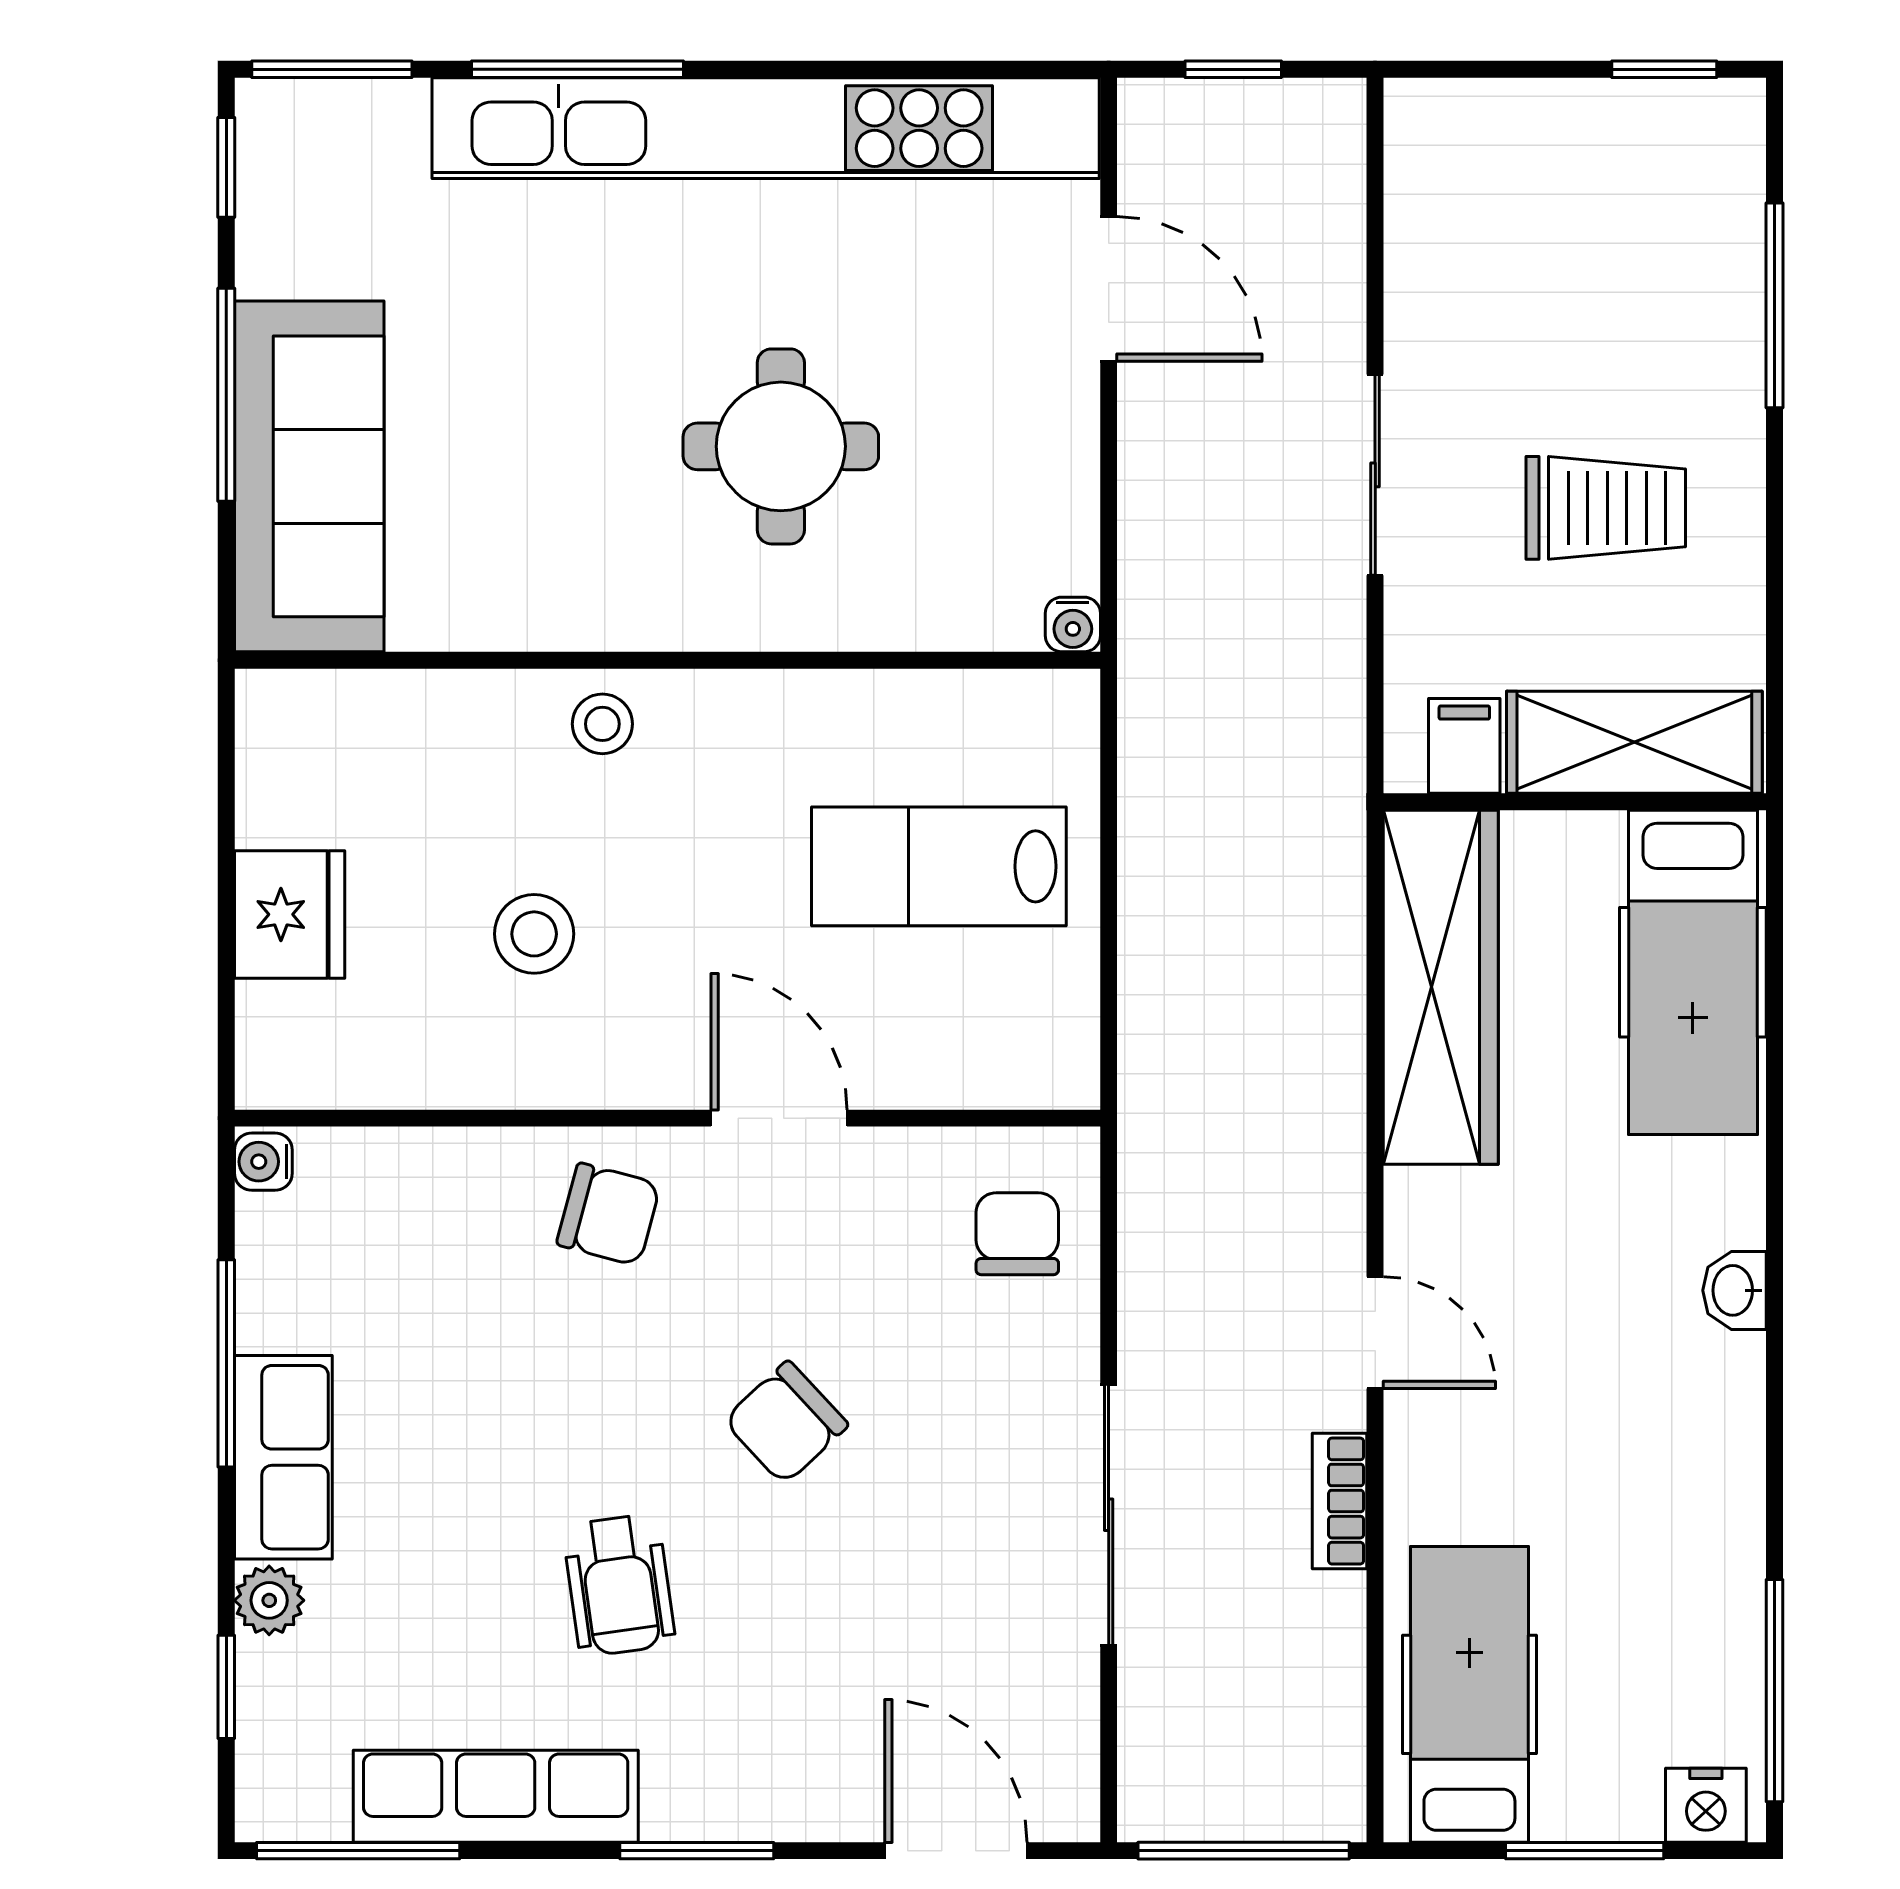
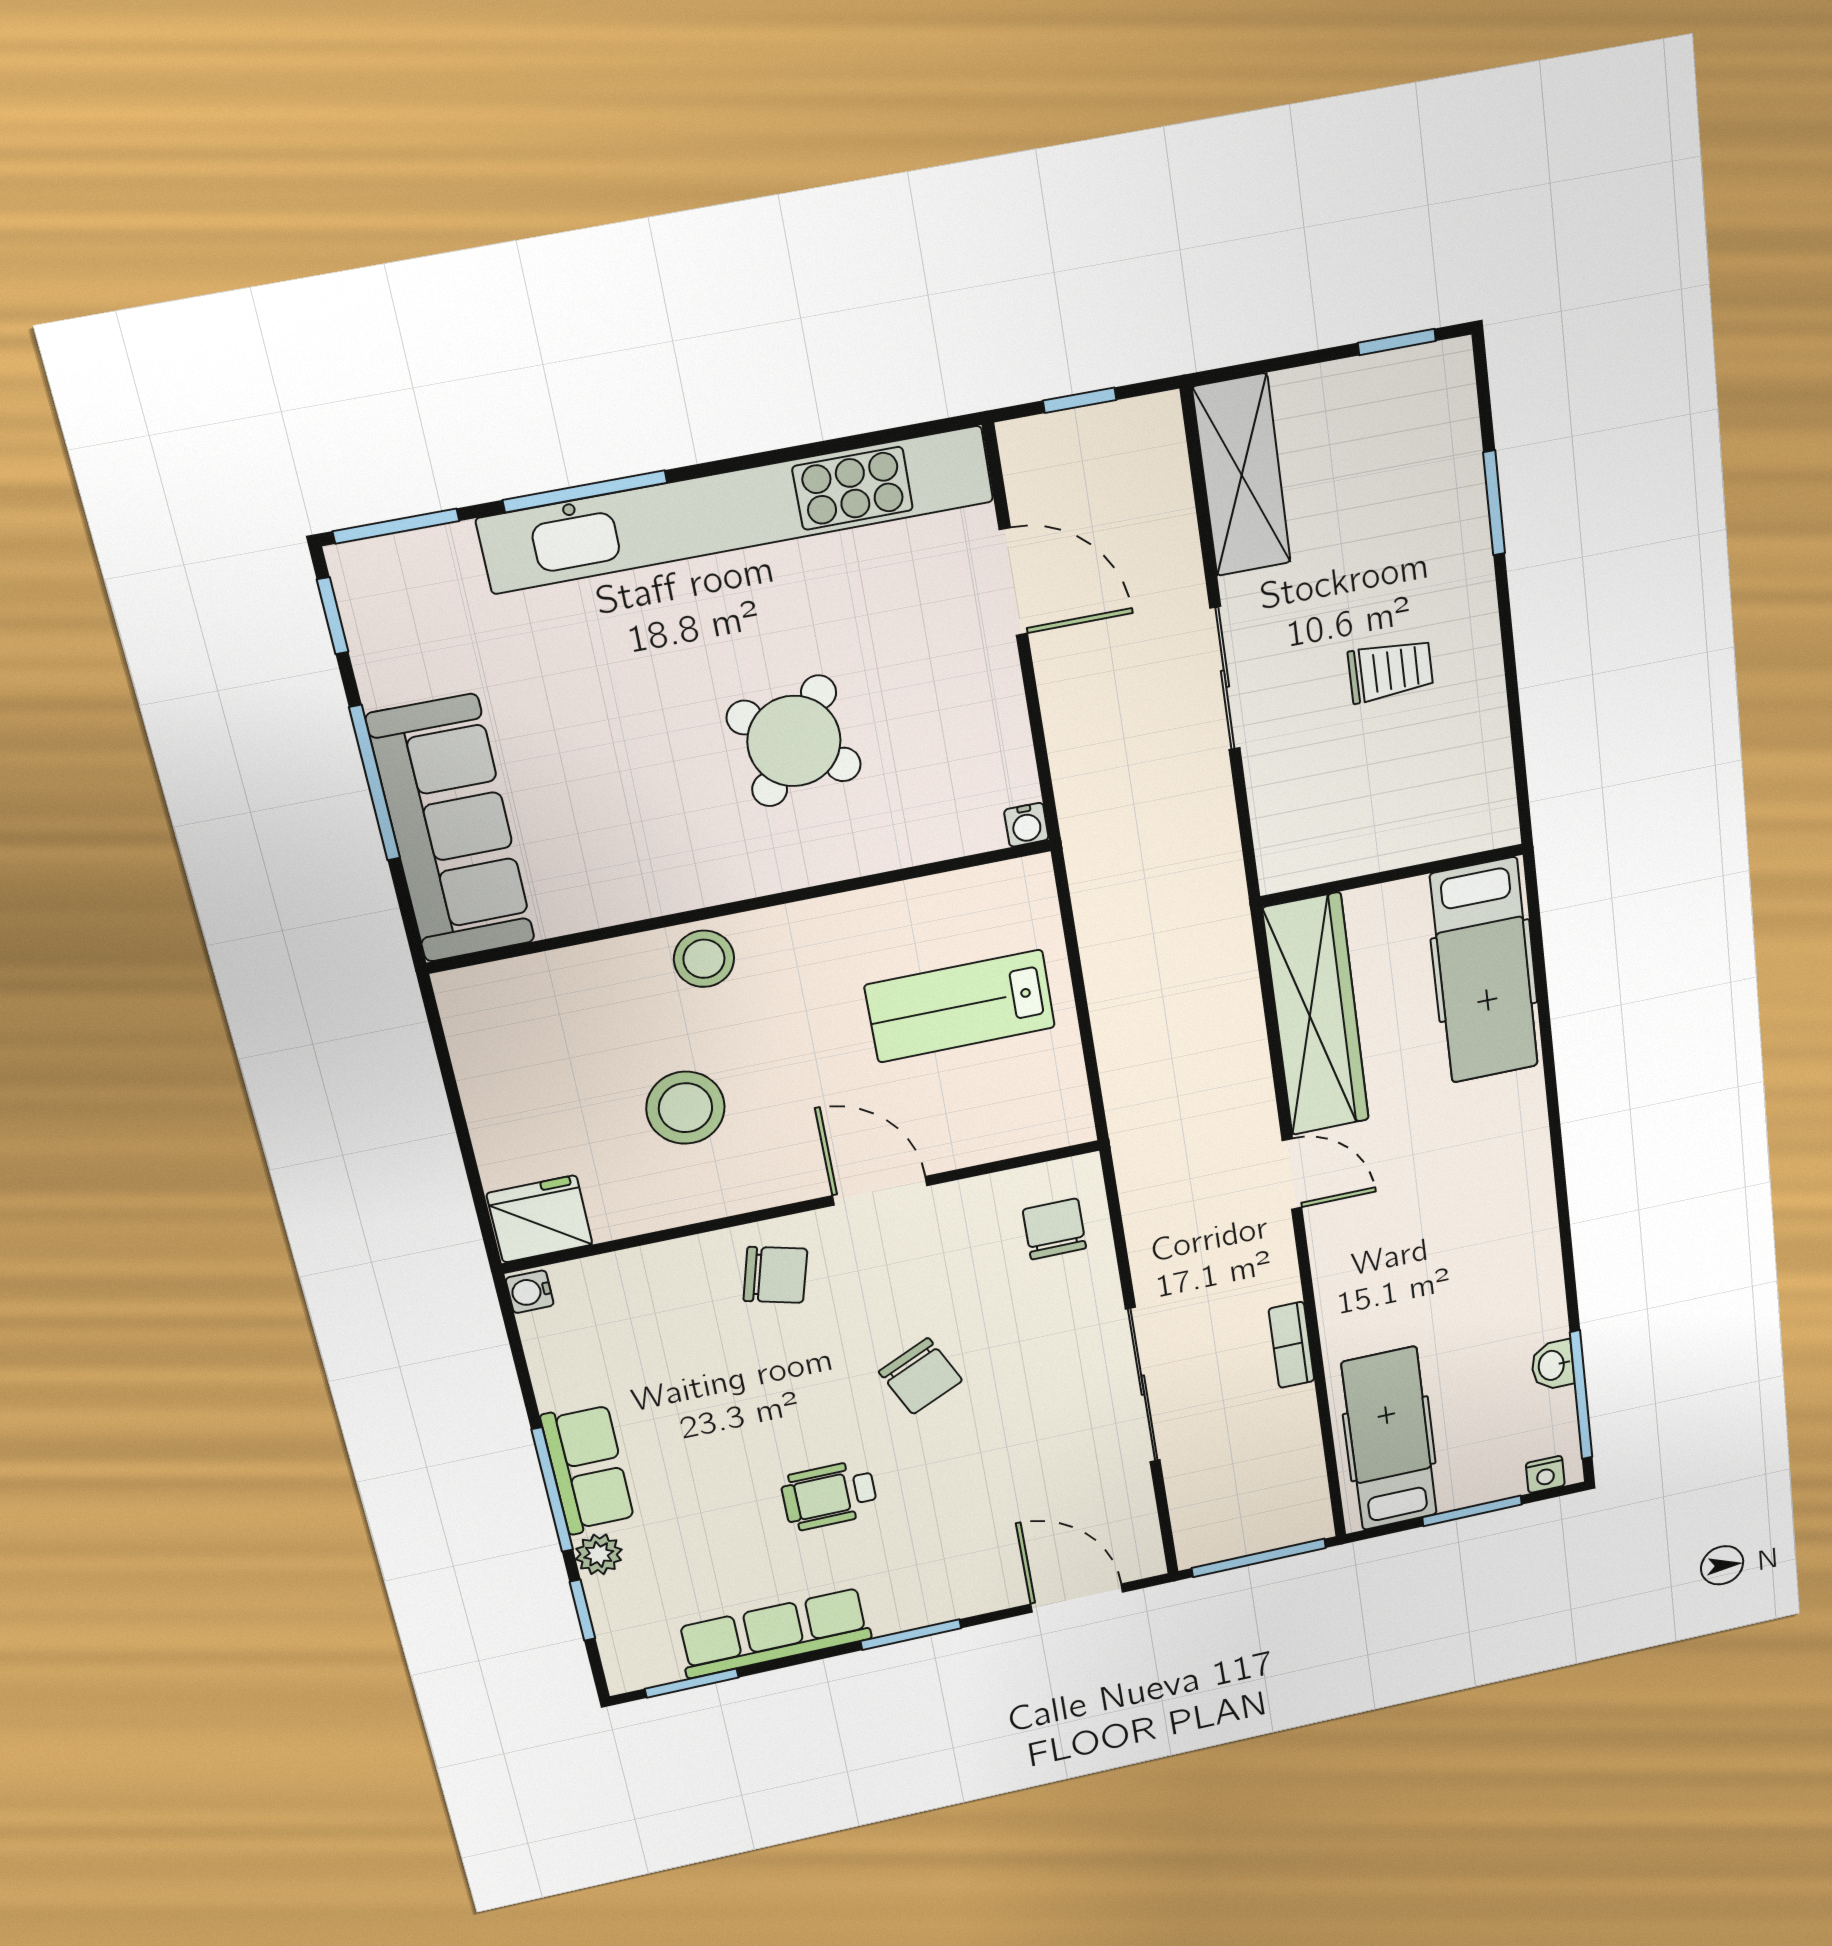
window: (1775, 305) -> (1494, 503), width x0.69
round table: (781, 446) -> (794, 741), turned 37
trolley: (1606, 508) -> (1390, 670), width x0.73, depth x0.72
stool: (602, 724) -> (704, 959), width x1.37, depth x1.37
shelving: (1634, 742) -> (1242, 475), moved, turned 90
filing cabinet: (1464, 746) -> (1312, 853), removed
fridge: (290, 914) -> (540, 1219), moved, turned -90
stool: (534, 934) -> (685, 1108), width x1.38, depth x1.38
washbasin: (1735, 1290) -> (1552, 1365), moved
door: (1375, 1333) -> (1292, 1174), moved
window: (226, 1363) -> (552, 1490), moved
chair: (786, 1423) -> (921, 1376), turned -72
wheelchair: (619, 1585) -> (829, 1495), turned 98
nightstand: (1706, 1805) -> (1545, 1474), width x0.72, depth x0.74
window: (358, 1851) -> (692, 1683), width x0.69

